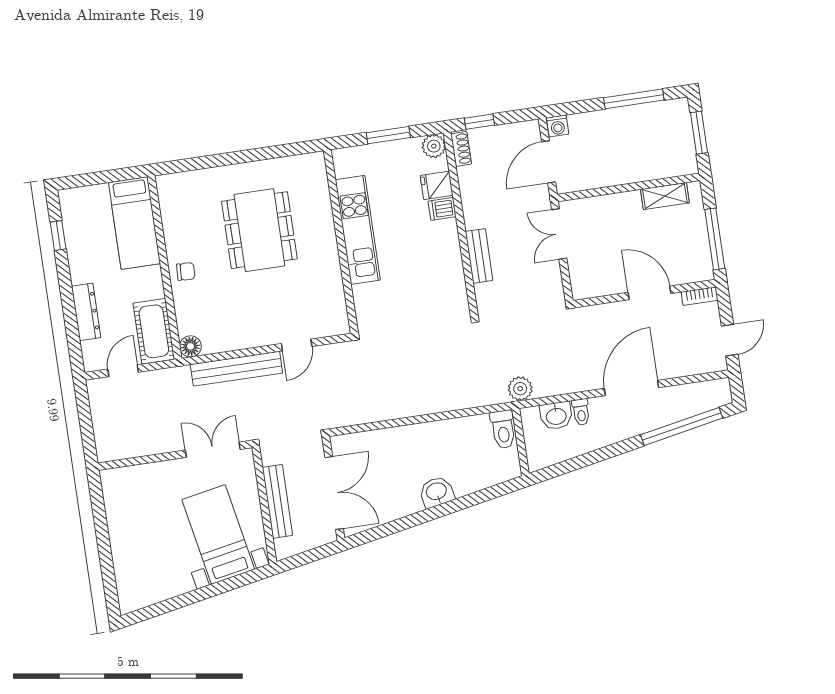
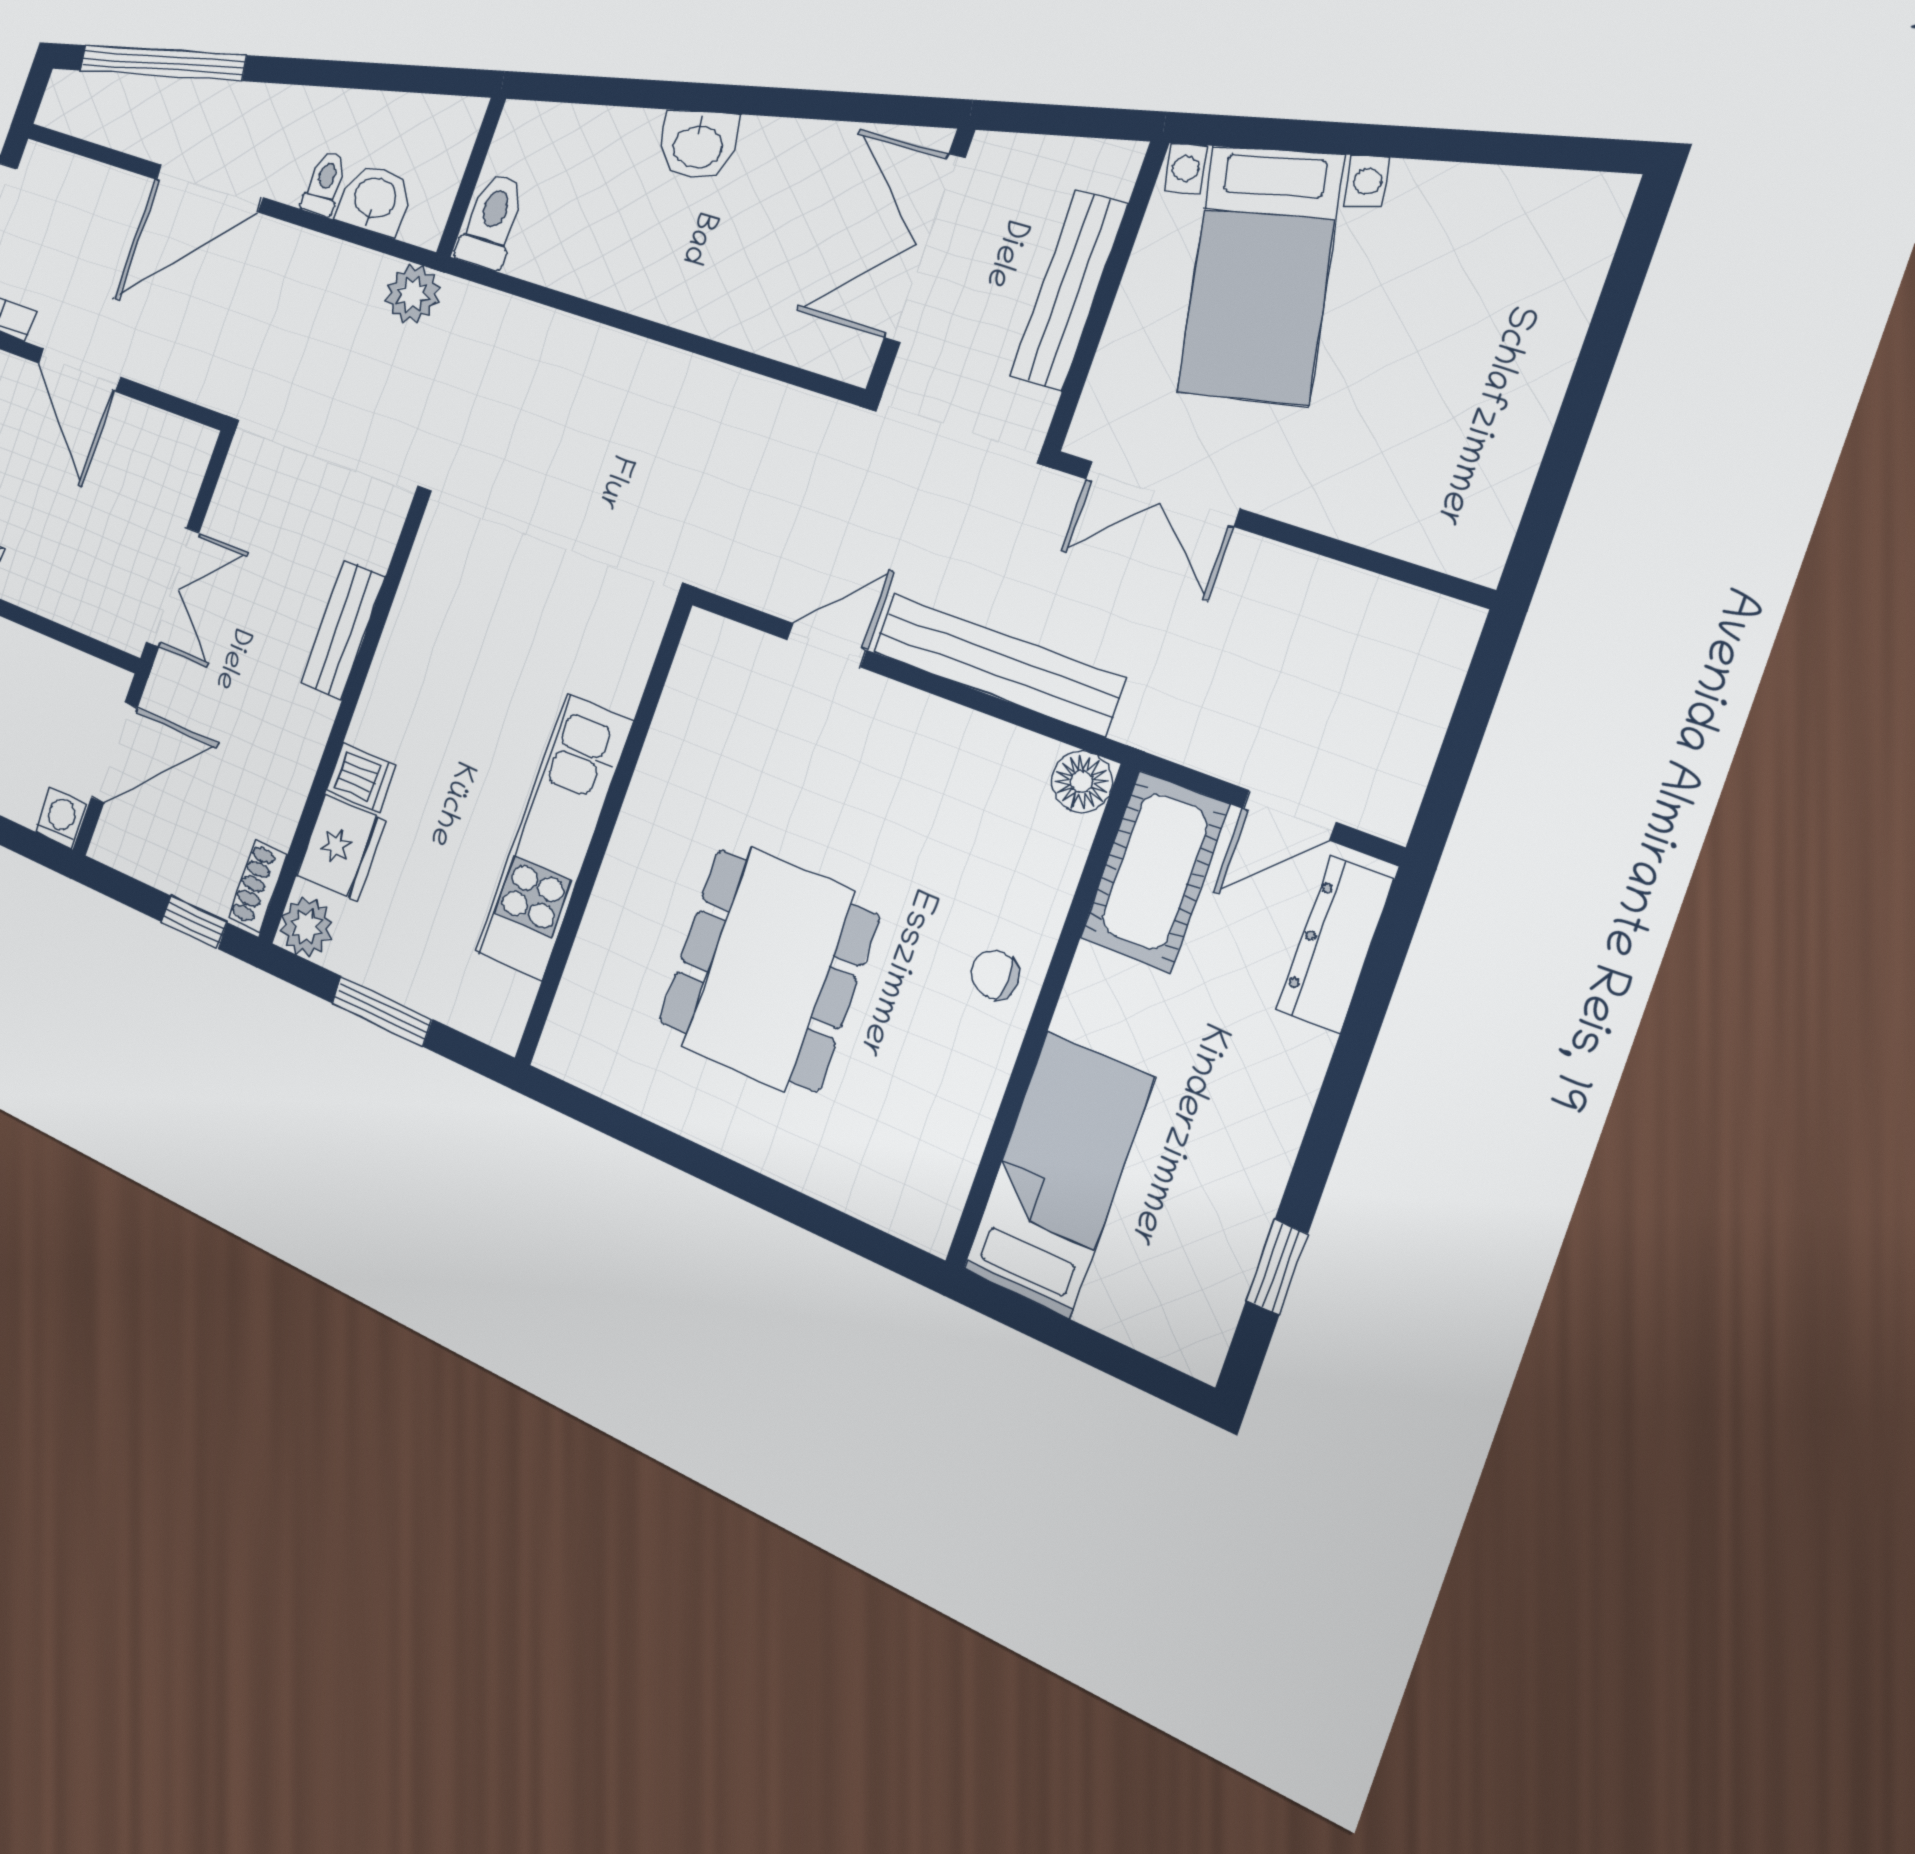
fridge: (437, 185) -> (341, 848), width x1.38
dresser: (86, 312) -> (1335, 945), moved

